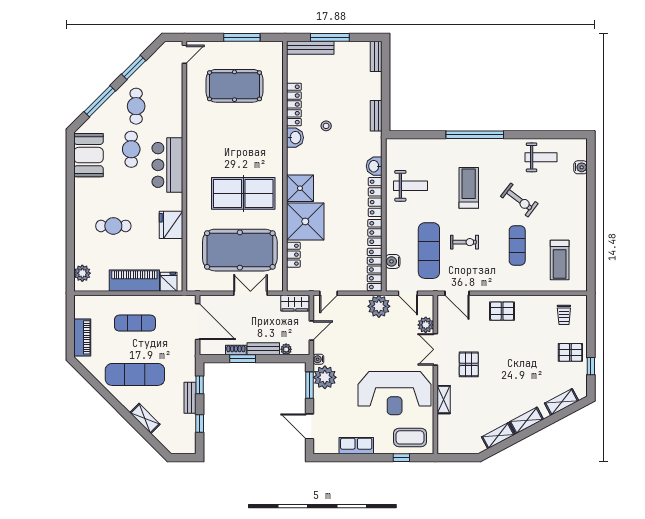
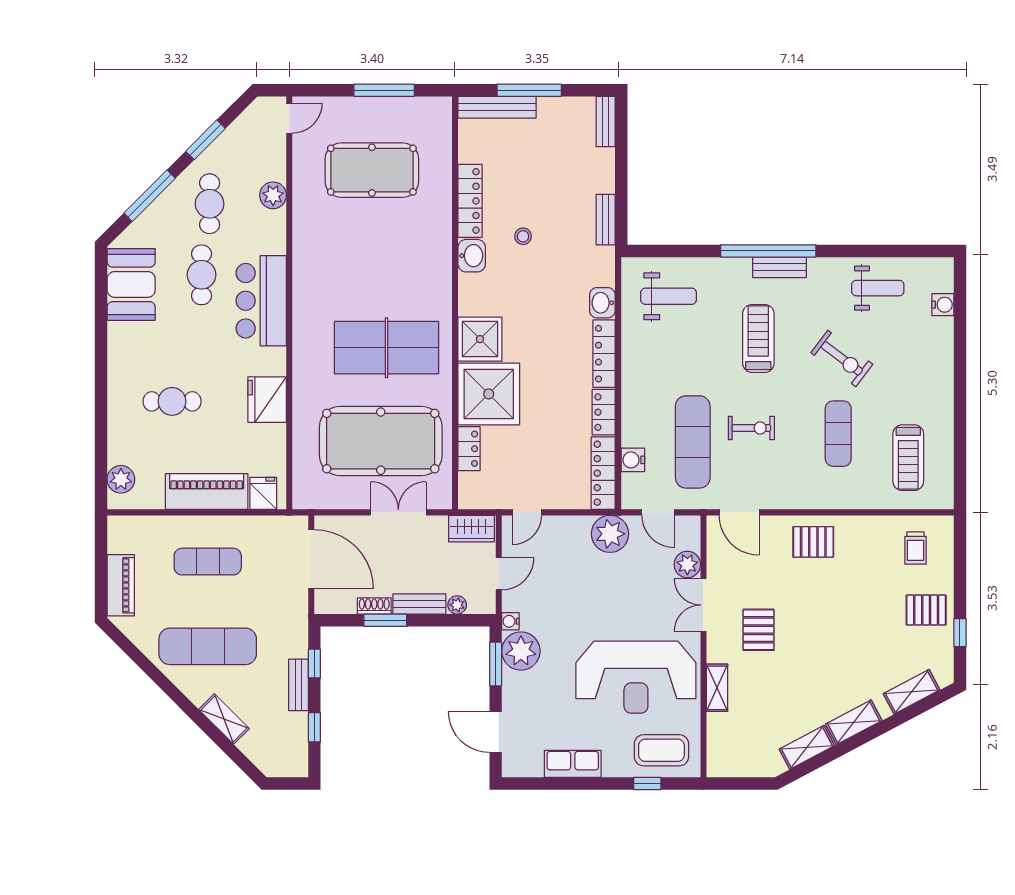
plant: (175, 101) -> (273, 195), added
bench: (482, 145) -> (780, 267), added
weight bench: (411, 186) -> (669, 296), moved

